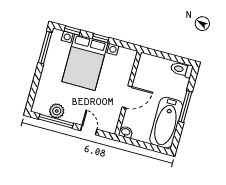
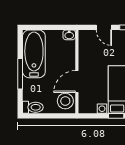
stool: (147, 67) -> (65, 101), added
door: (127, 97) -> (77, 82), moved

